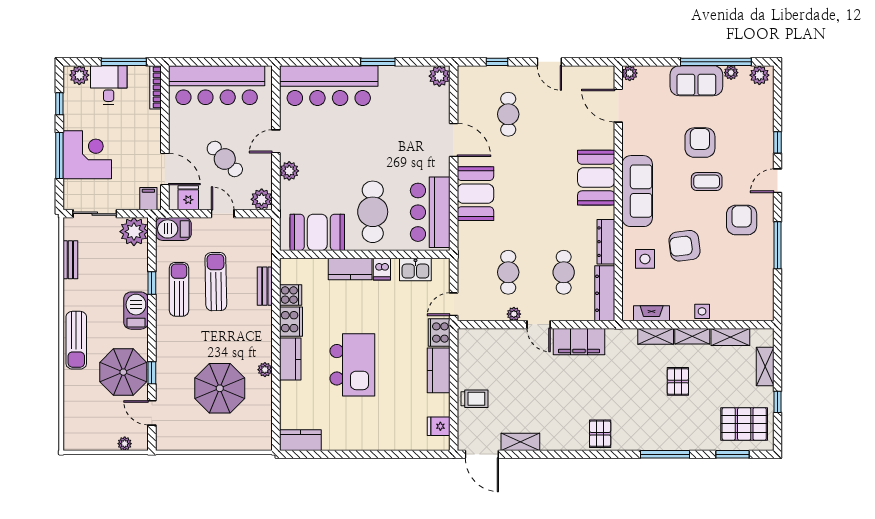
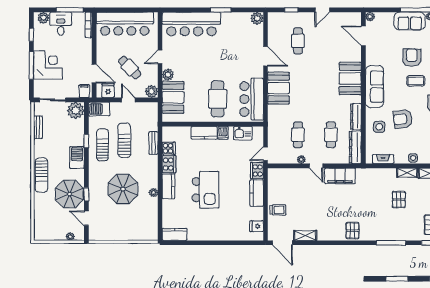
door: (549, 62) -> (322, 10), hinge flipped
booth: (317, 232) -> (173, 97), moved, turned 90
shelving: (656, 336) -> (386, 173), removed
parasol: (220, 388) -> (123, 189), moved

